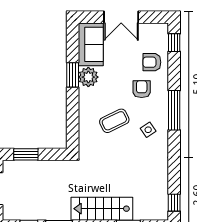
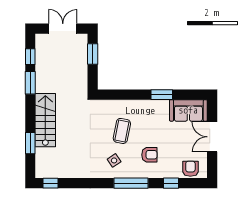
window: (174, 43) -> (171, 183), moved
armchair: (152, 62) -> (190, 169), moved
plant: (88, 77) -> (160, 108), removed
coffee table: (114, 121) -> (122, 131), turned 37

